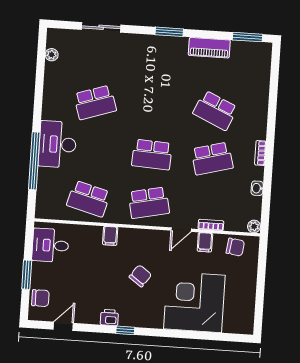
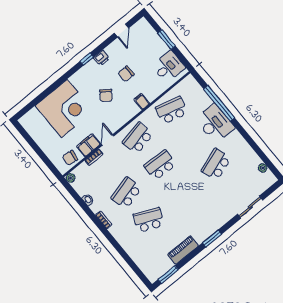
filing cabinet: (205, 242) -> (89, 145), width x2.00
chair: (40, 298) -> (126, 74), moved

